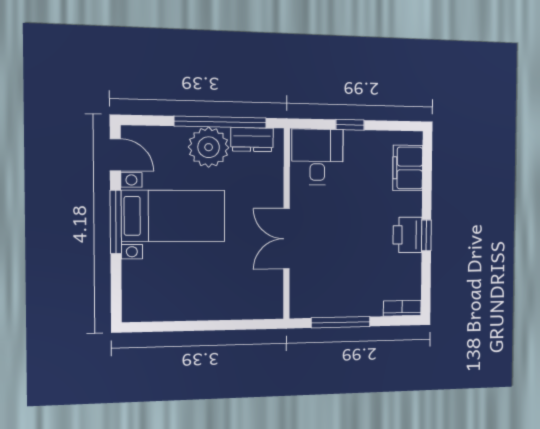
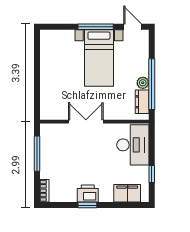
window: (350, 125) -> (152, 174), moved
plant: (209, 147) -> (143, 83), width x0.53, depth x0.53
door: (115, 155) -> (133, 27), swing flipped
desk: (317, 157) -> (133, 145), width x1.37

